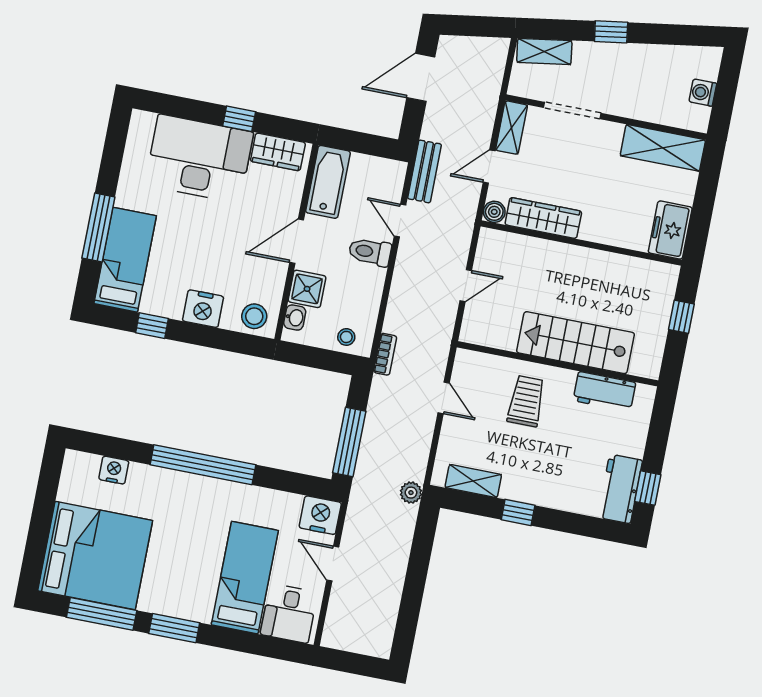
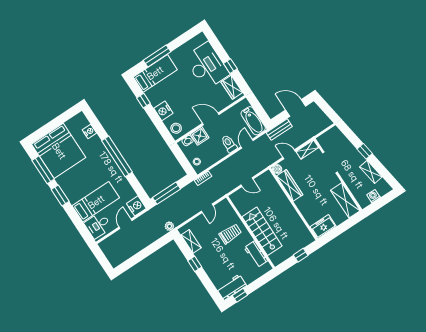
shelving: (544, 51) -> (371, 172), moved
bench: (425, 171) -> (279, 130), moved
bathtub: (328, 182) -> (253, 121), moved, turned 90

